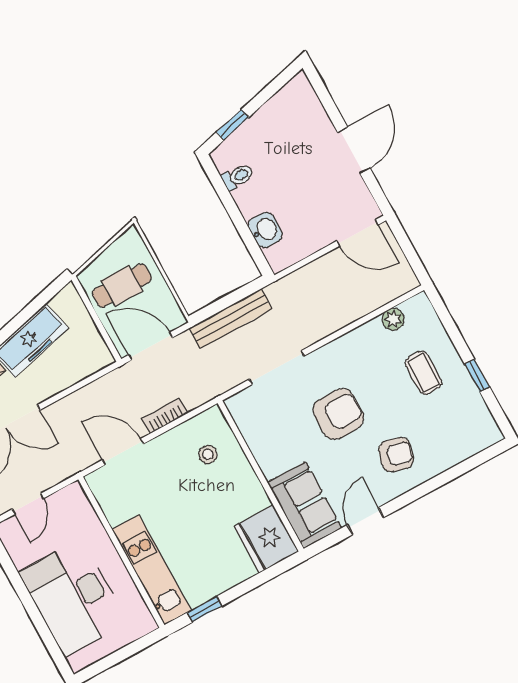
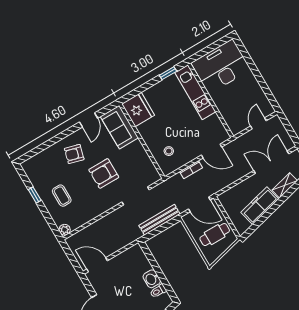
washbasin: (265, 230) -> (152, 279), moved
plant: (393, 319) -> (65, 230), moved
desk: (73, 598) -> (221, 66), moved, turned -90

